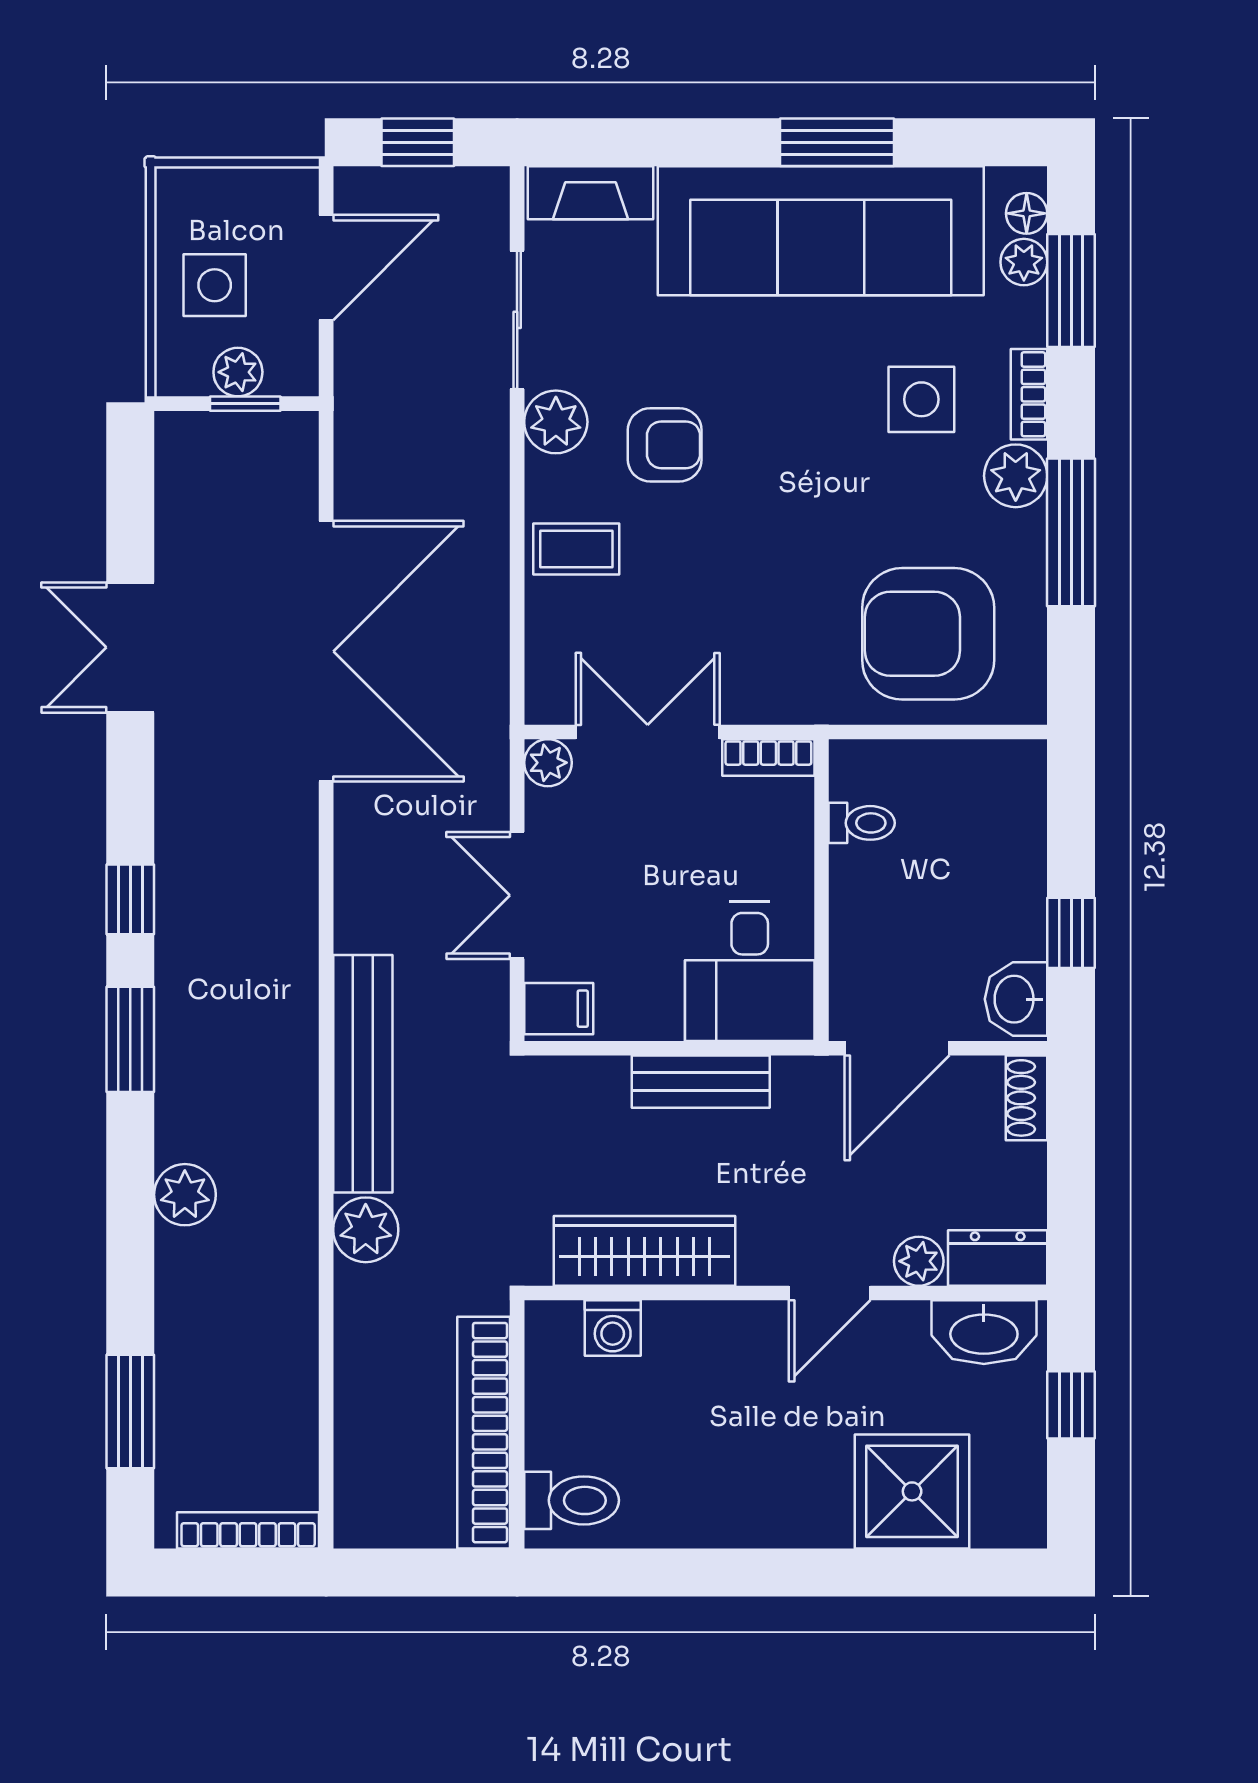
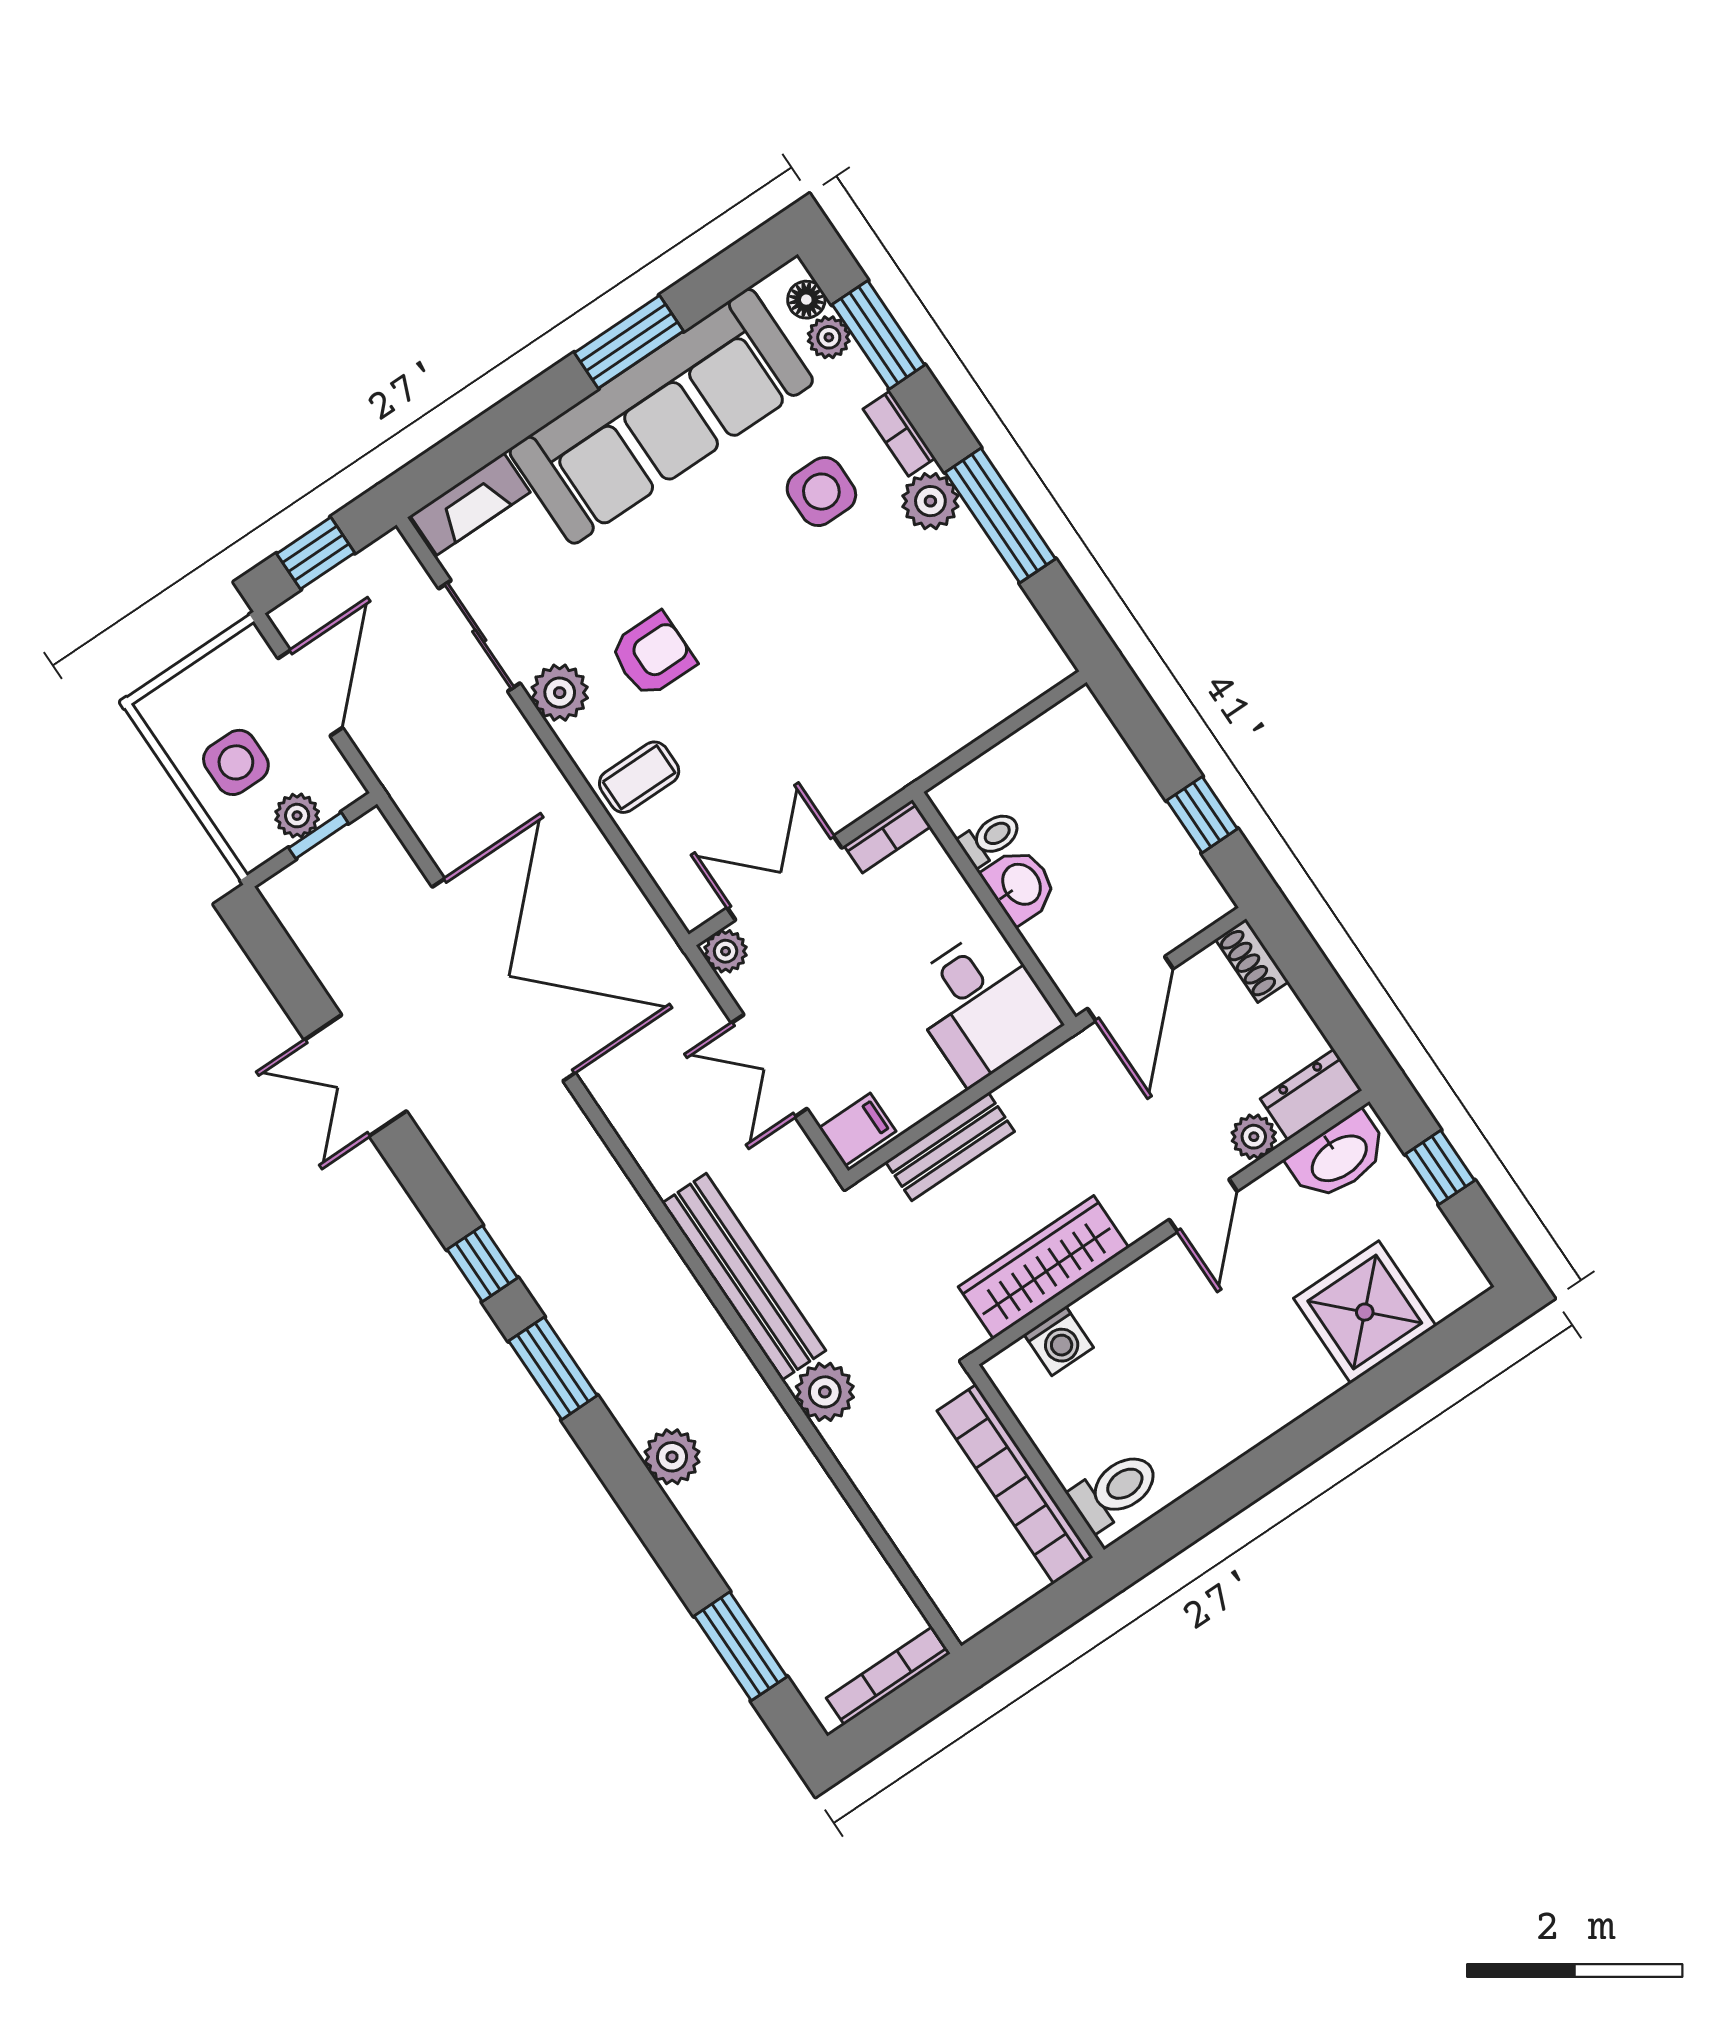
armchair: (928, 634) -> (945, 663), removed
washbasin: (1016, 999) -> (1020, 885), moved, turned 180
bench: (701, 1082) -> (950, 1147), moved

